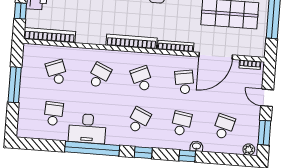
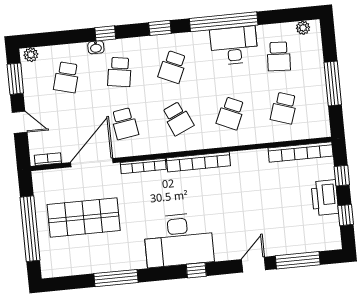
school desk: (57, 72) -> (284, 108), turned 39
plant: (30, 133) -> (303, 28), added

